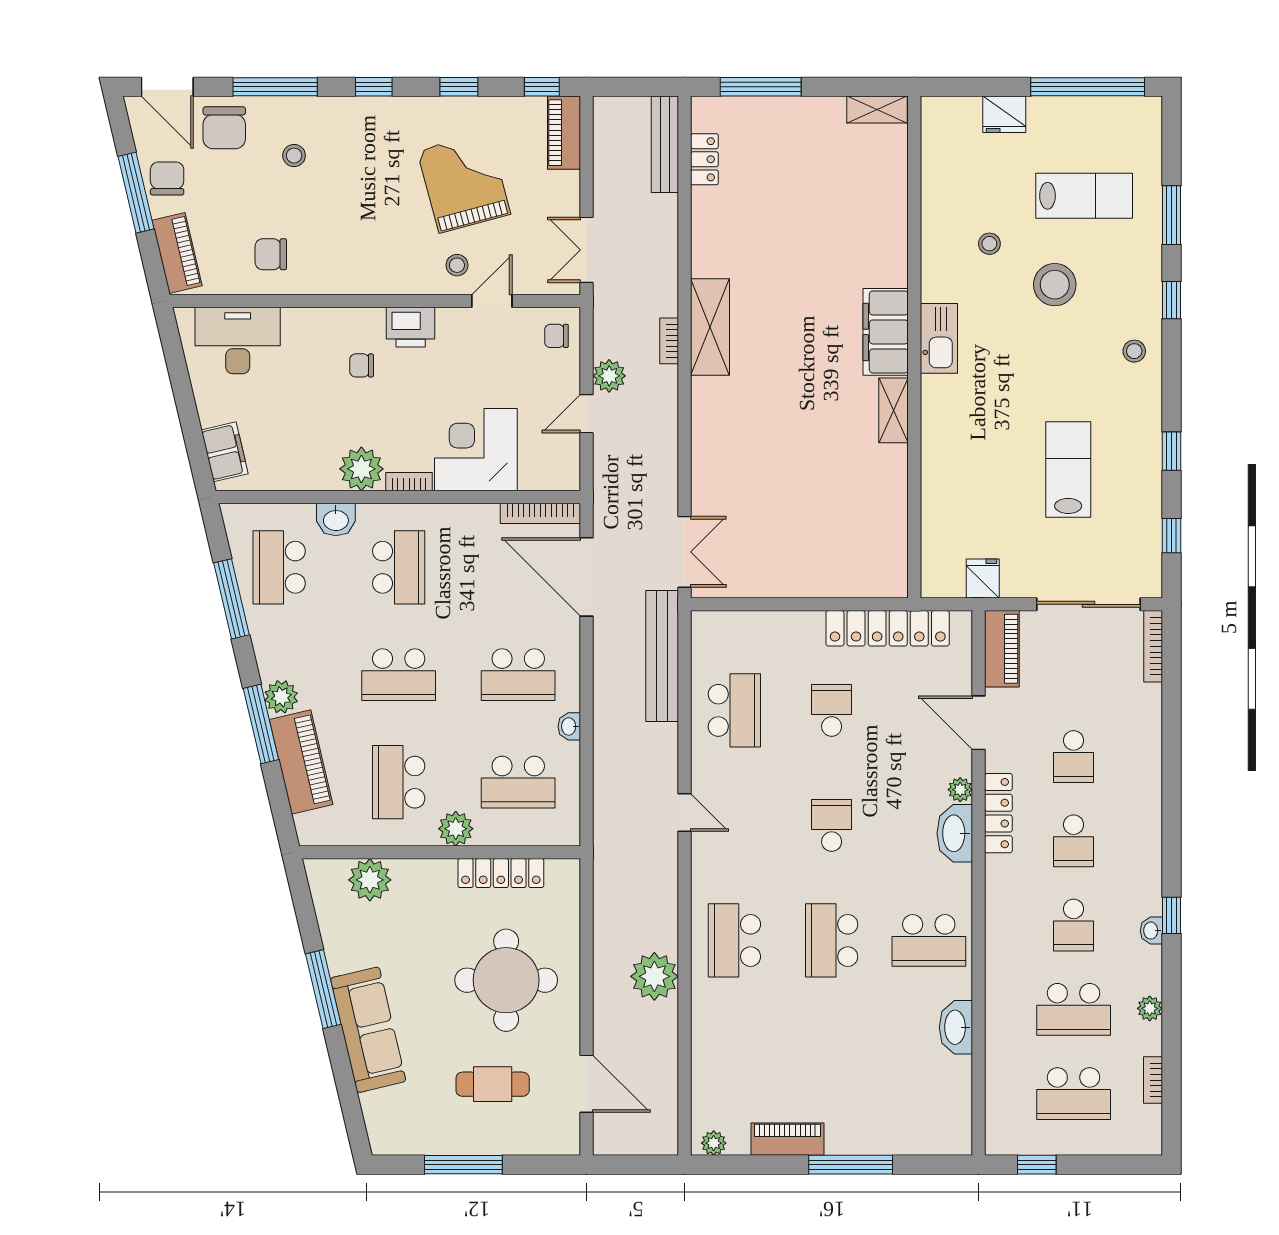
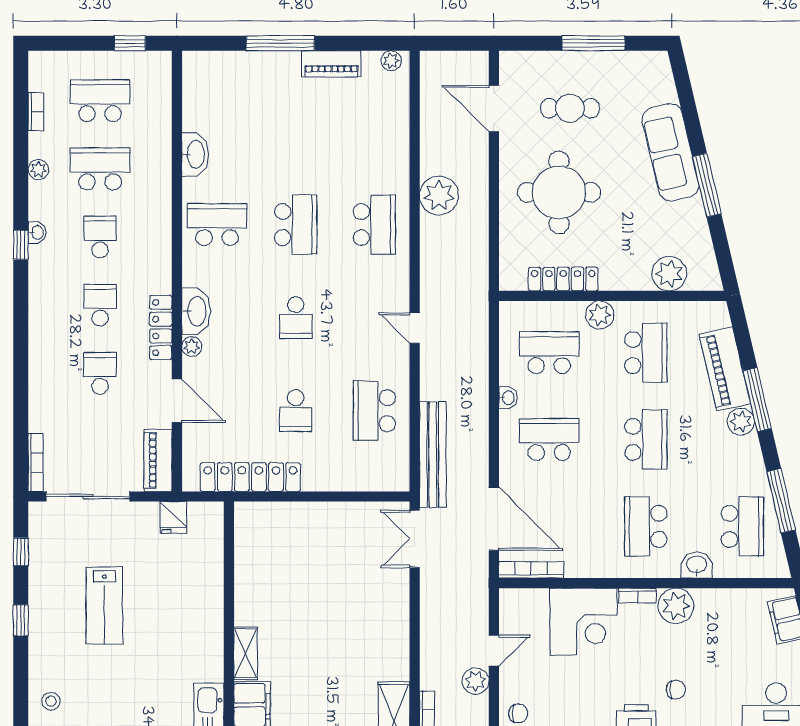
school desk: (399, 675) -> (646, 439), turned 90

